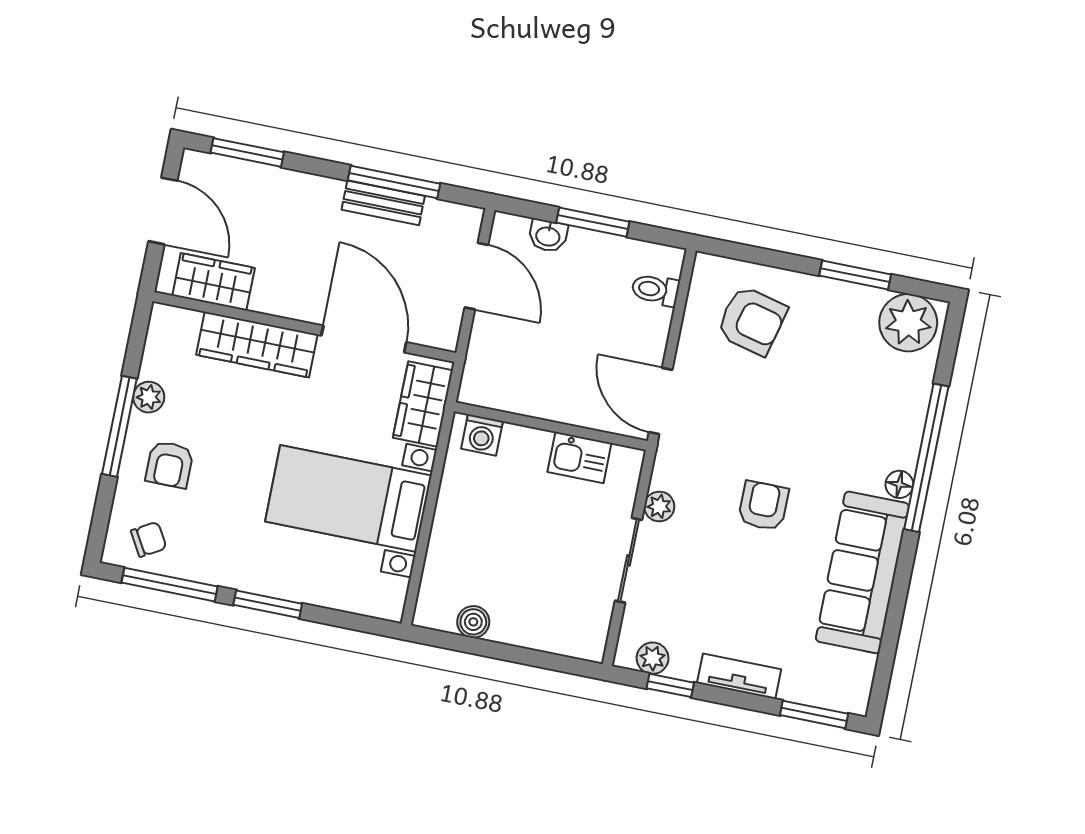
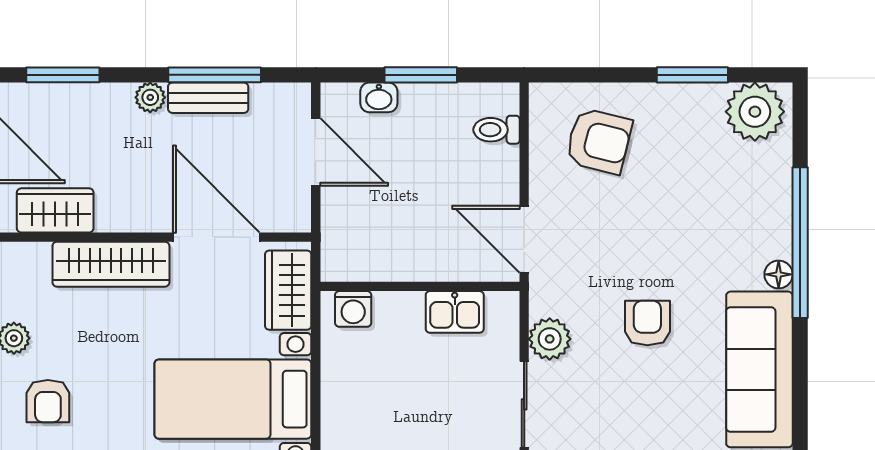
plant: (327, 191) -> (150, 97), added
plant: (659, 506) -> (550, 339), width x1.38, depth x1.38

